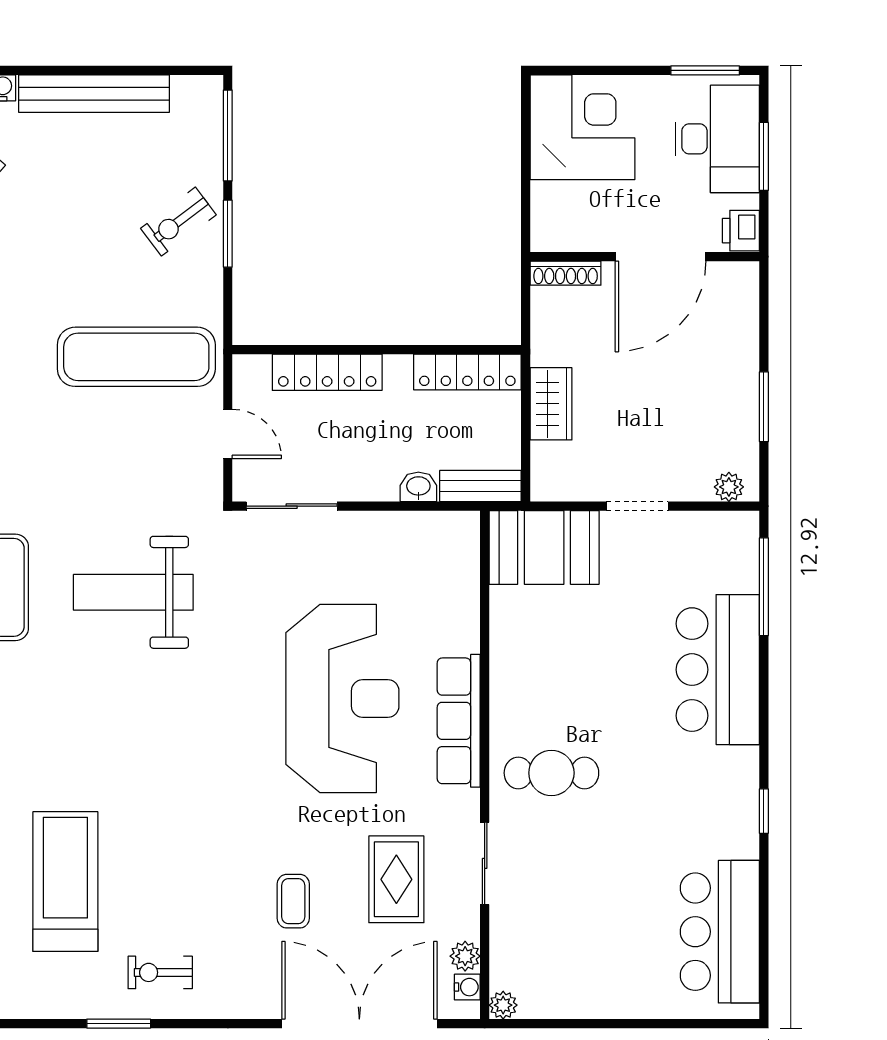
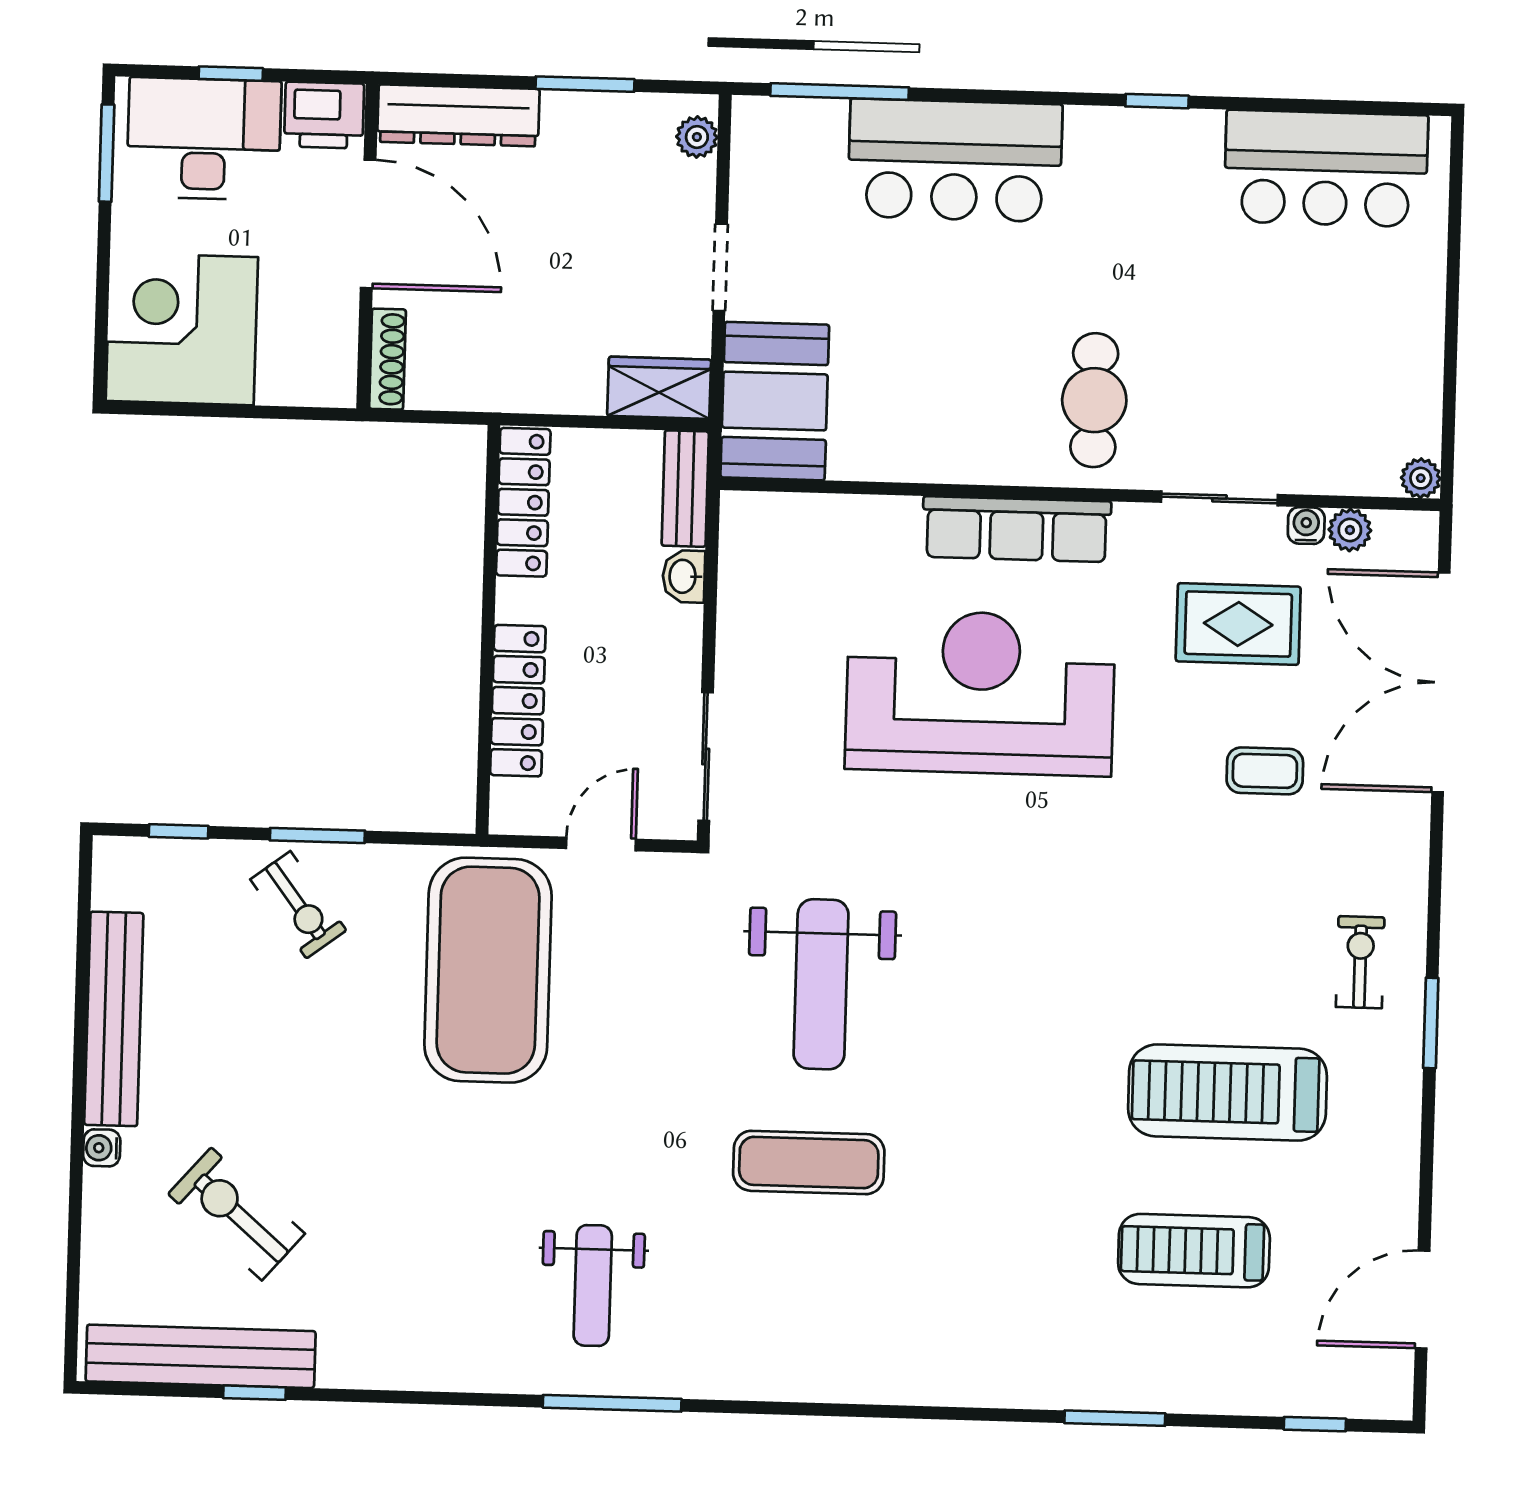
window: (228, 135) -> (179, 831), width x0.46
window: (764, 156) -> (231, 74), width x0.67
printer: (741, 231) -> (324, 115), width x1.36, depth x1.24
dresser: (739, 318) -> (458, 115), added
exercise mat: (136, 357) -> (488, 970), width x1.47
wardrobe: (551, 404) -> (659, 388), moved
exercise bike: (160, 972) -> (1360, 962), turned 180
water cooler: (467, 987) -> (1306, 526), moved

